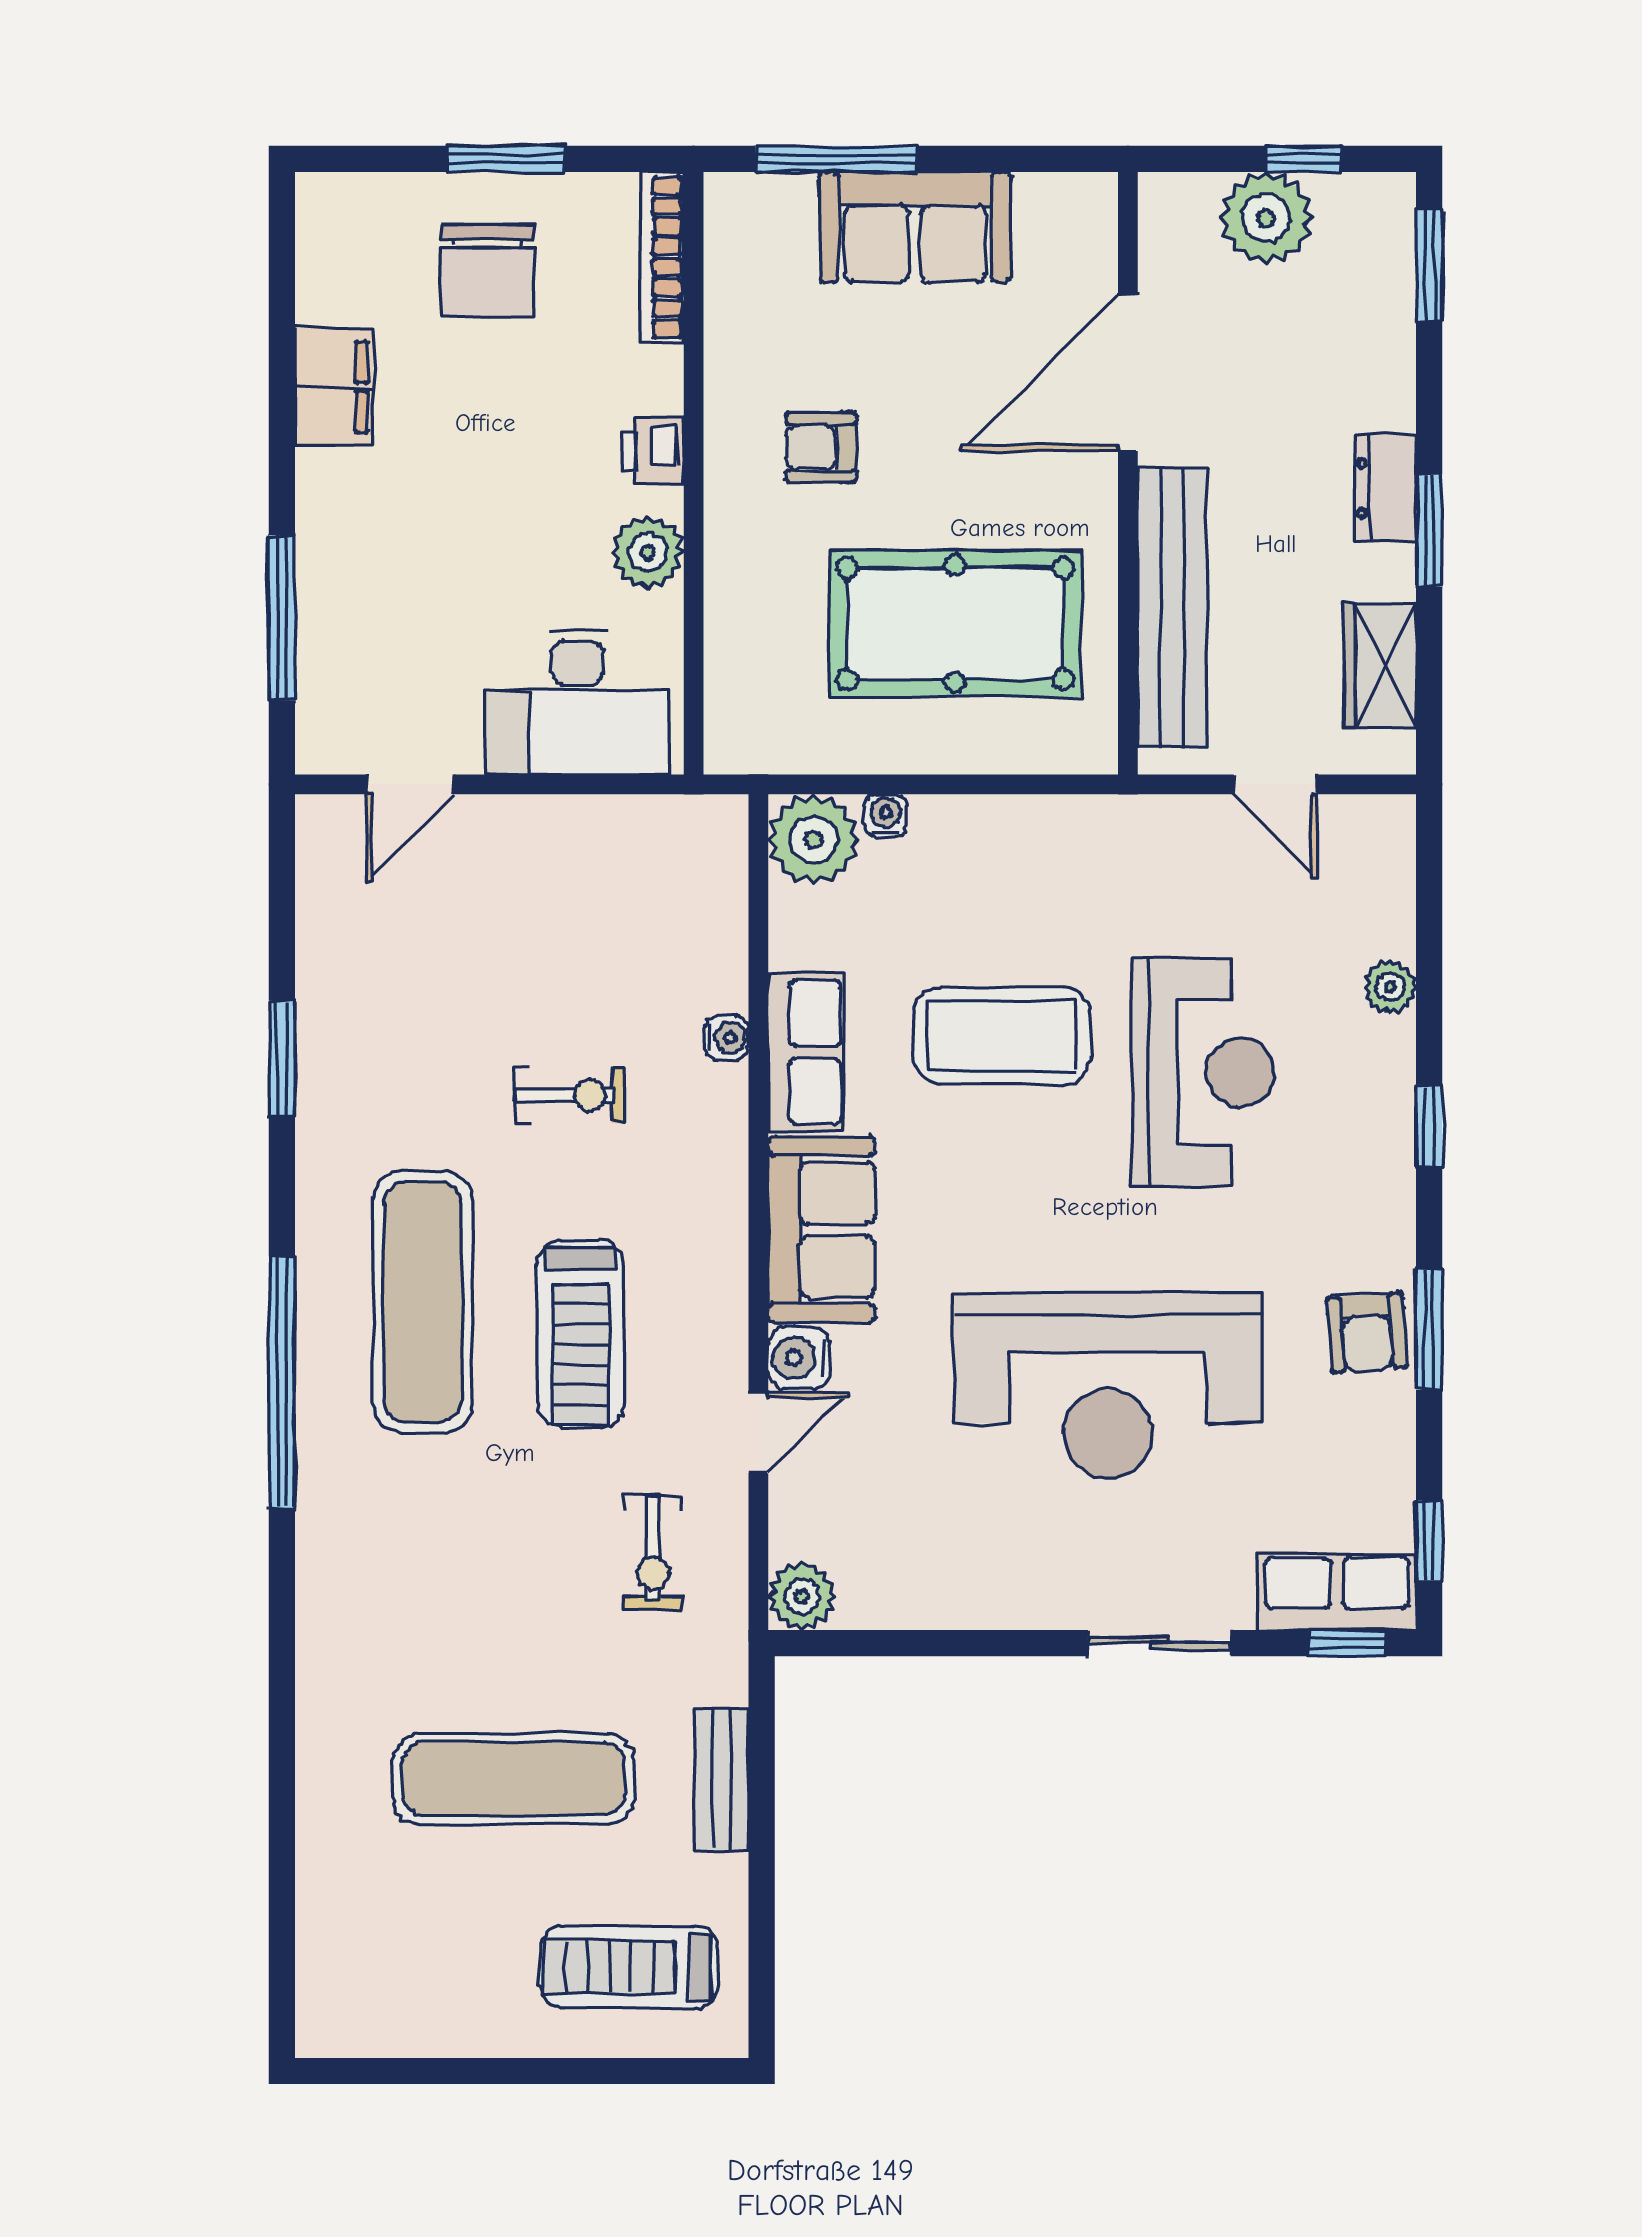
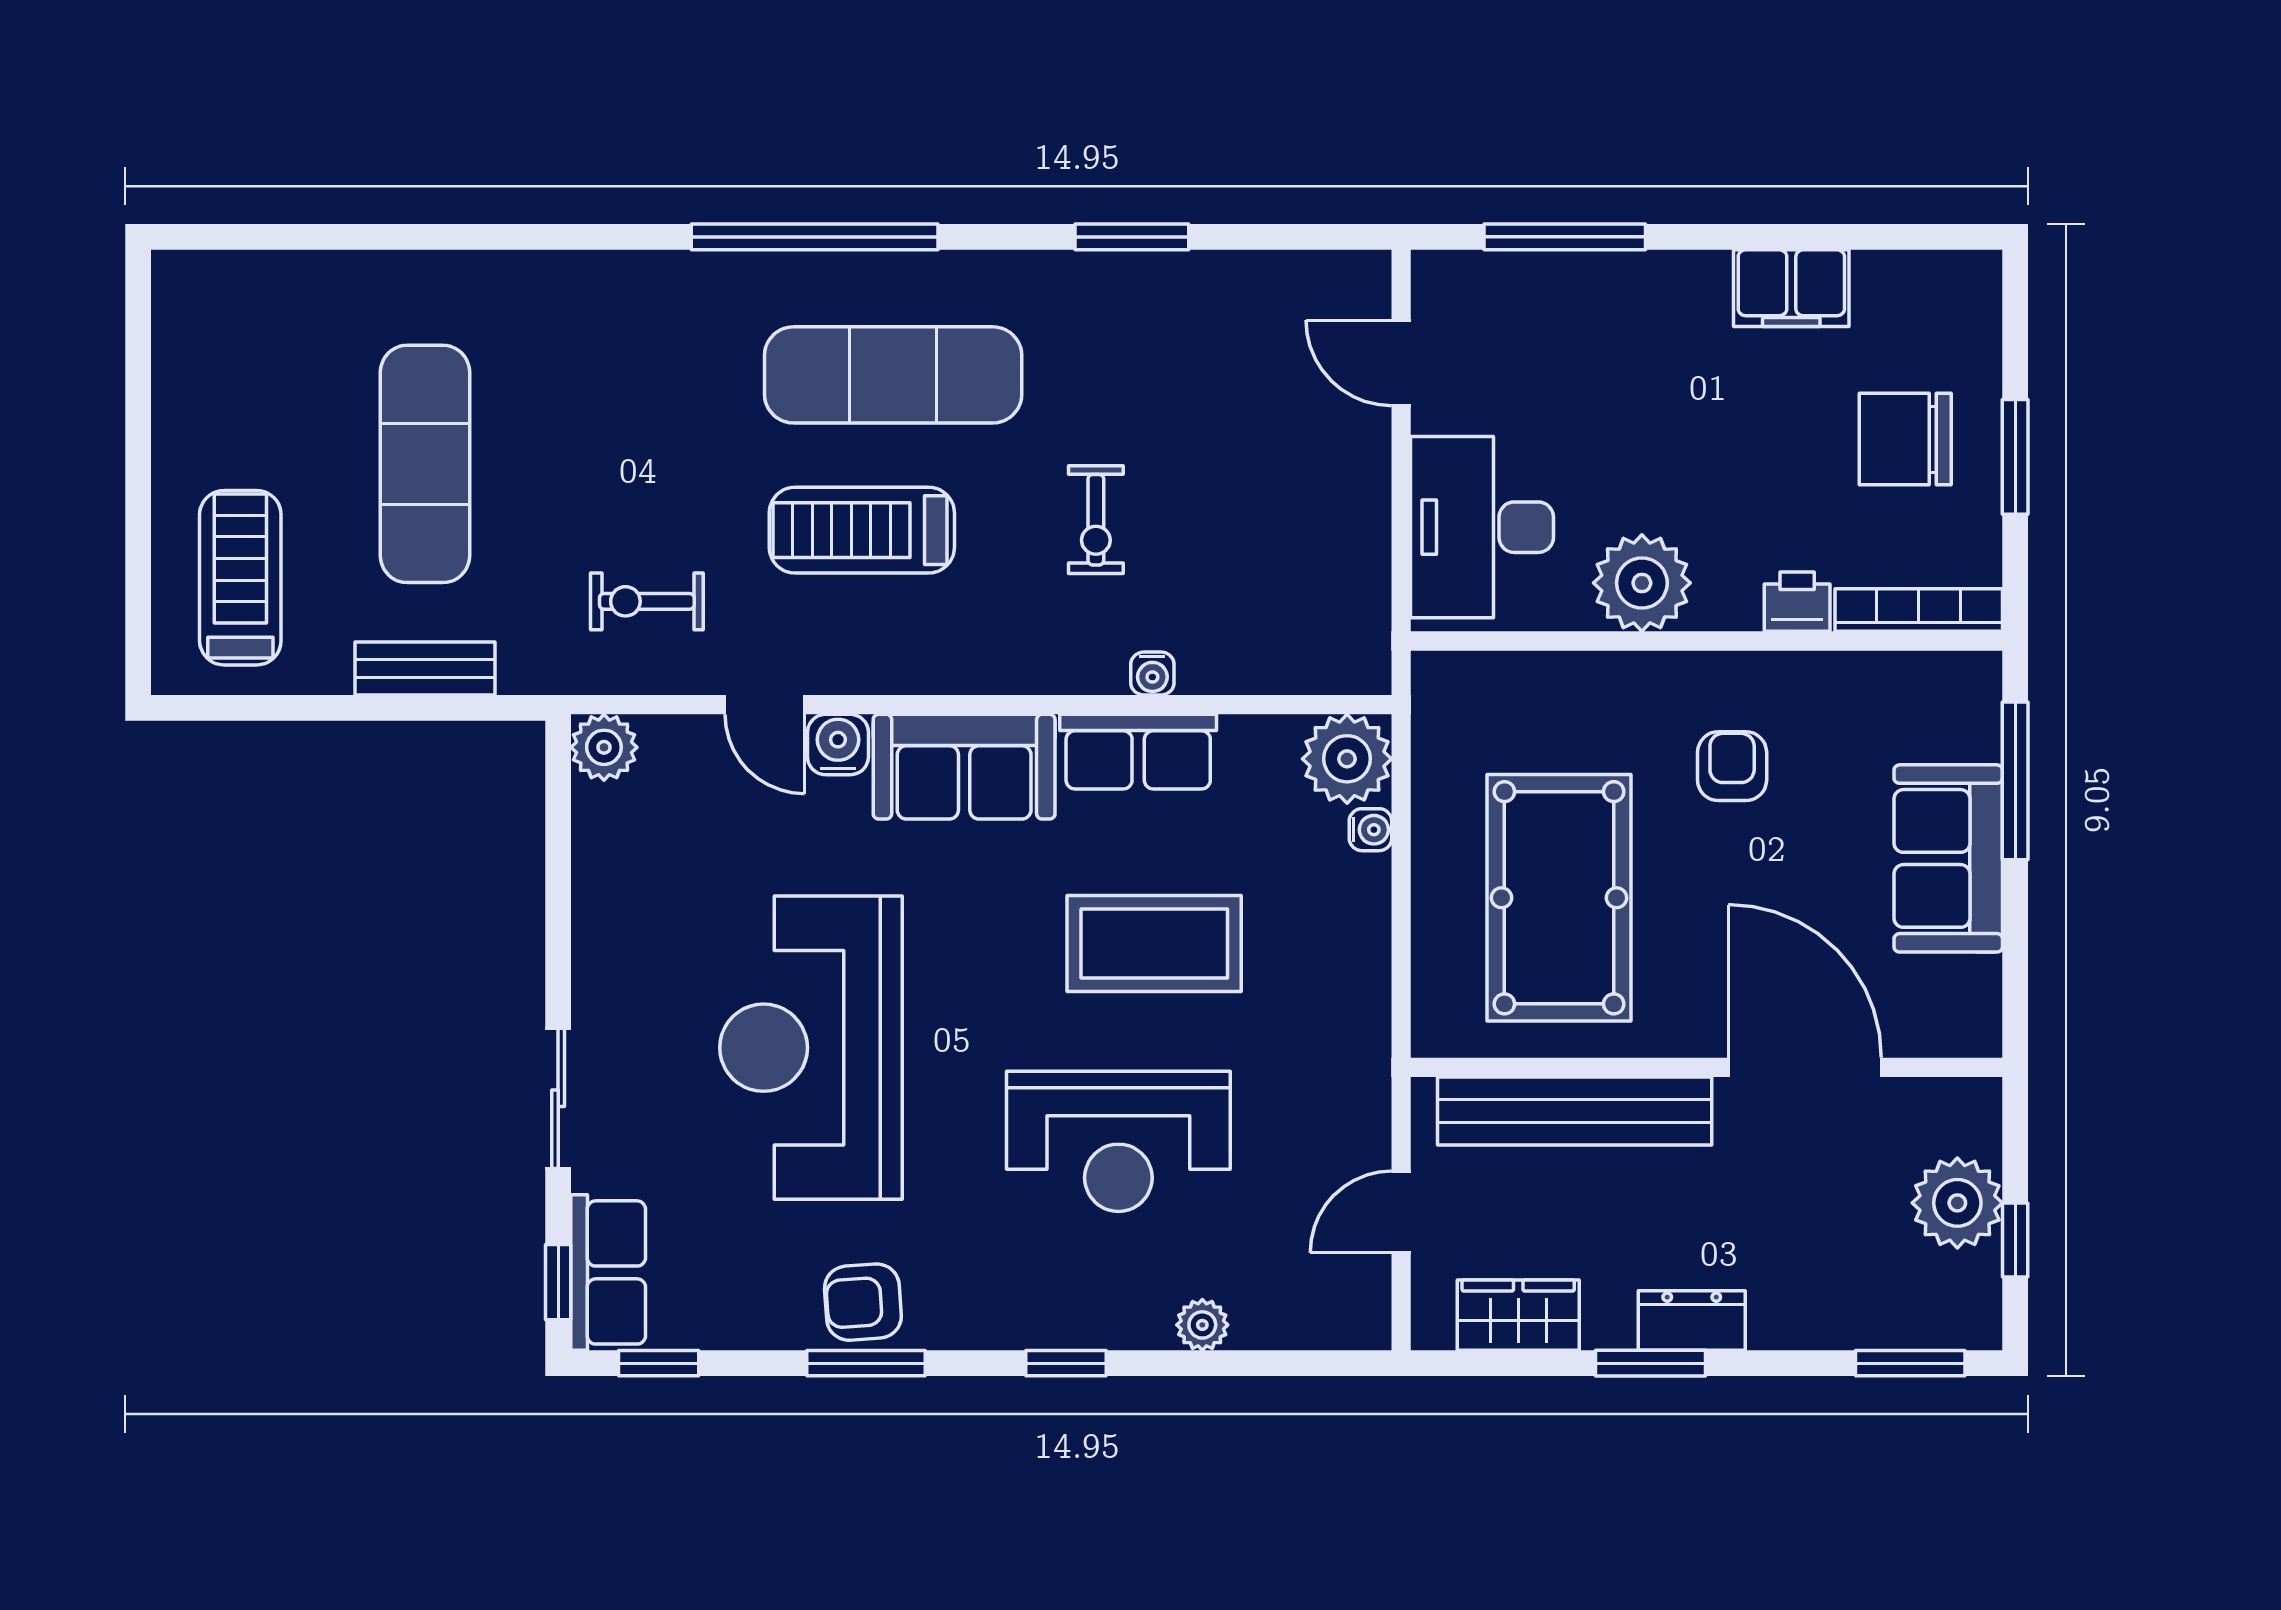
printer: (653, 451) -> (1797, 602), moved
plant: (648, 552) -> (1642, 583), width x1.36, depth x1.36
coffee table: (1002, 1036) -> (1154, 944), turned 90

